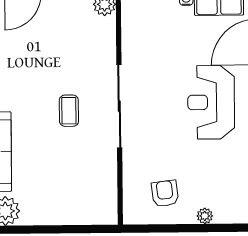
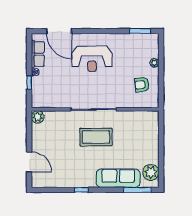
coffee table: (69, 111) -> (96, 137), width x1.86, depth x1.72

